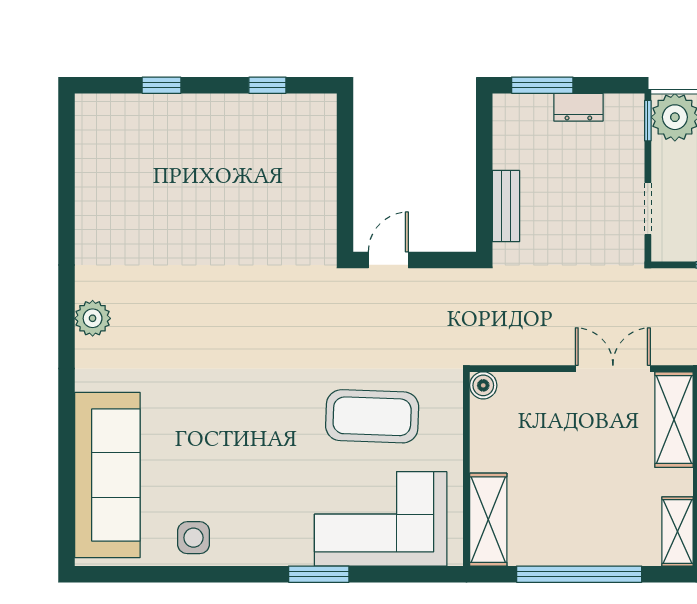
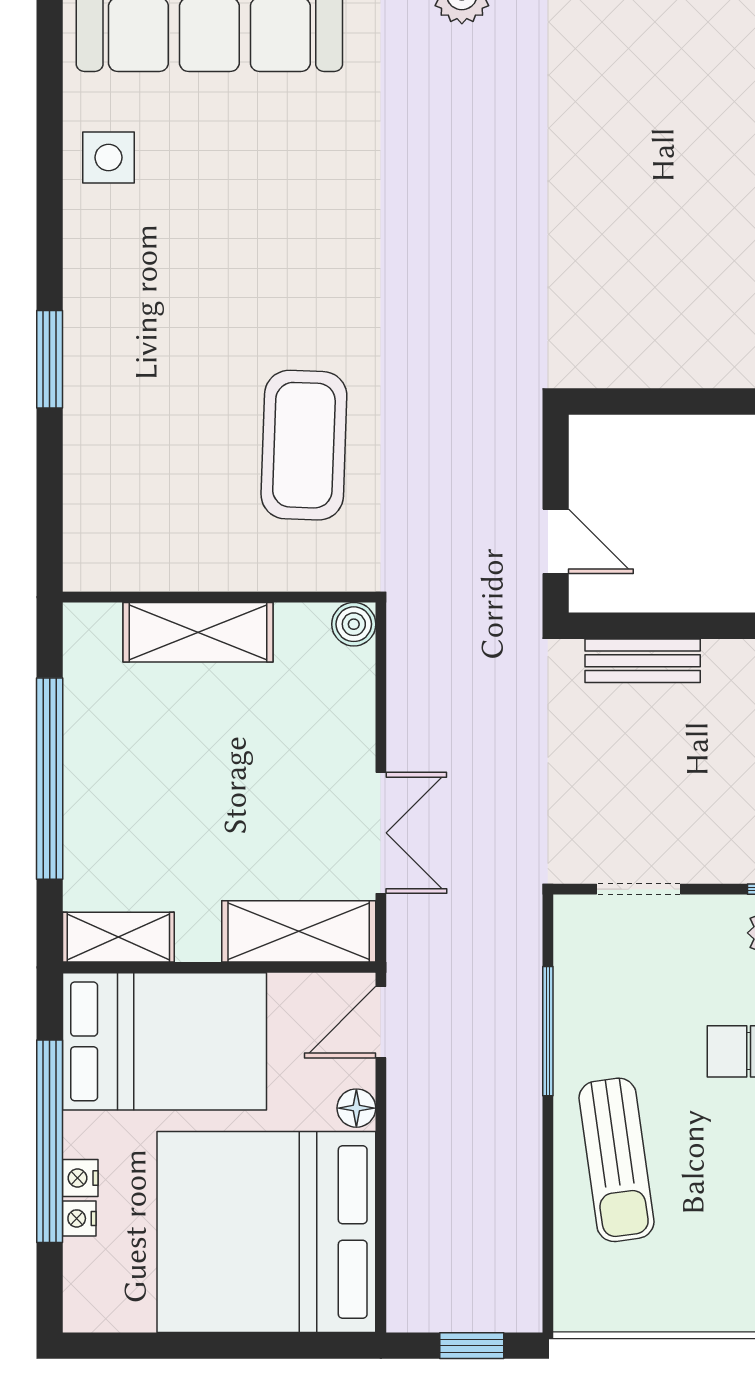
door: (388, 260) -> (556, 541), moved
corner sofa: (381, 519) -> (139, 459), removed
shelving: (488, 520) -> (198, 632), moved

